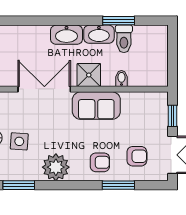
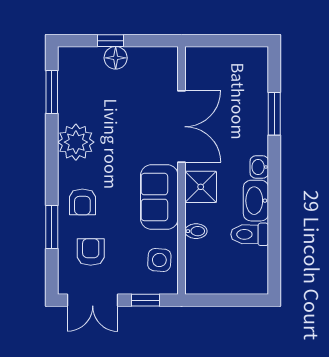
window: (119, 21) -> (274, 114), moved
washbasin: (67, 35) -> (259, 167), width x0.52, depth x0.69
side table: (19, 141) -> (159, 260), moved
armchair: (137, 156) -> (91, 252), turned 180

